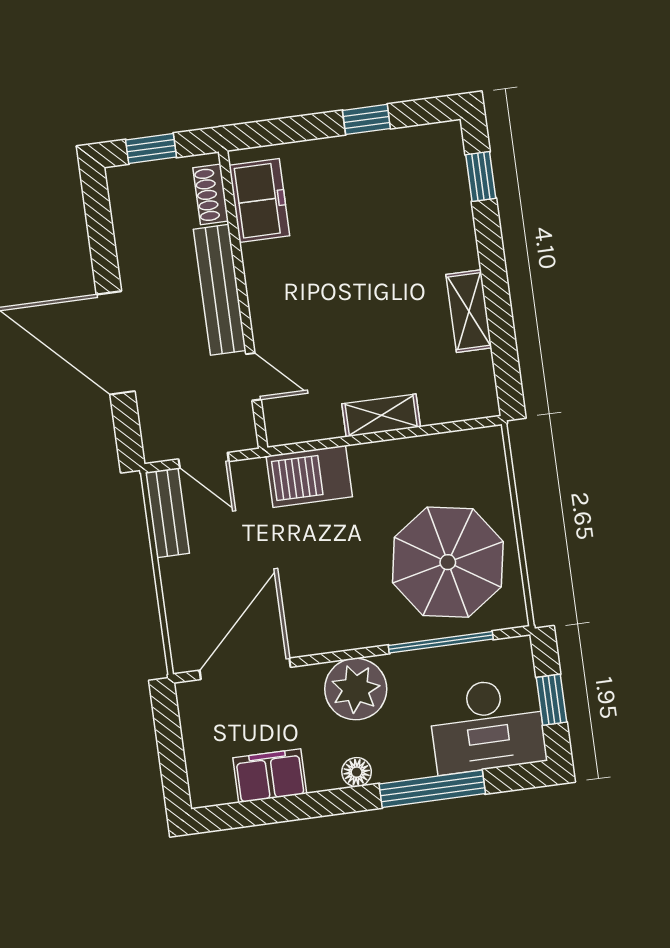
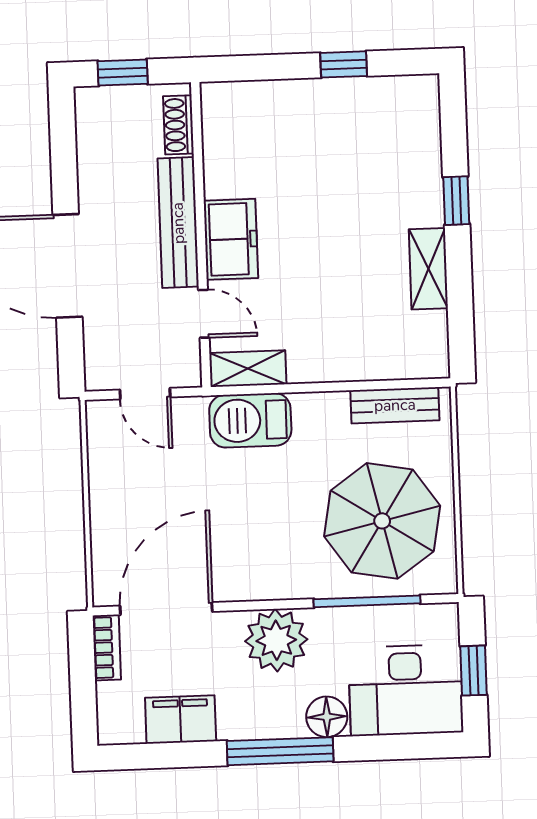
window: (481, 176) -> (456, 201), moved
freezer: (259, 200) -> (231, 239), moved
shelving: (381, 415) -> (248, 369), moved
bench: (167, 513) -> (395, 405), moved, turned 90
bookcase: (191, 712) -> (107, 648), added
floor lamp: (357, 772) -> (327, 717), moved, width x1.37, depth x1.37
window: (432, 789) -> (280, 751), moved

